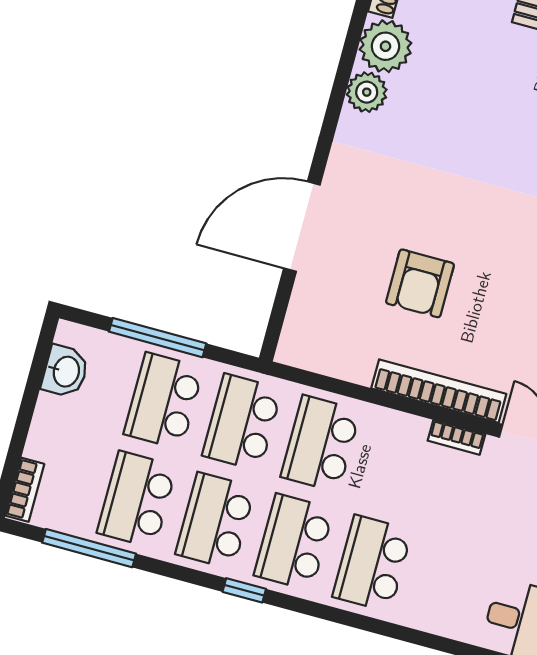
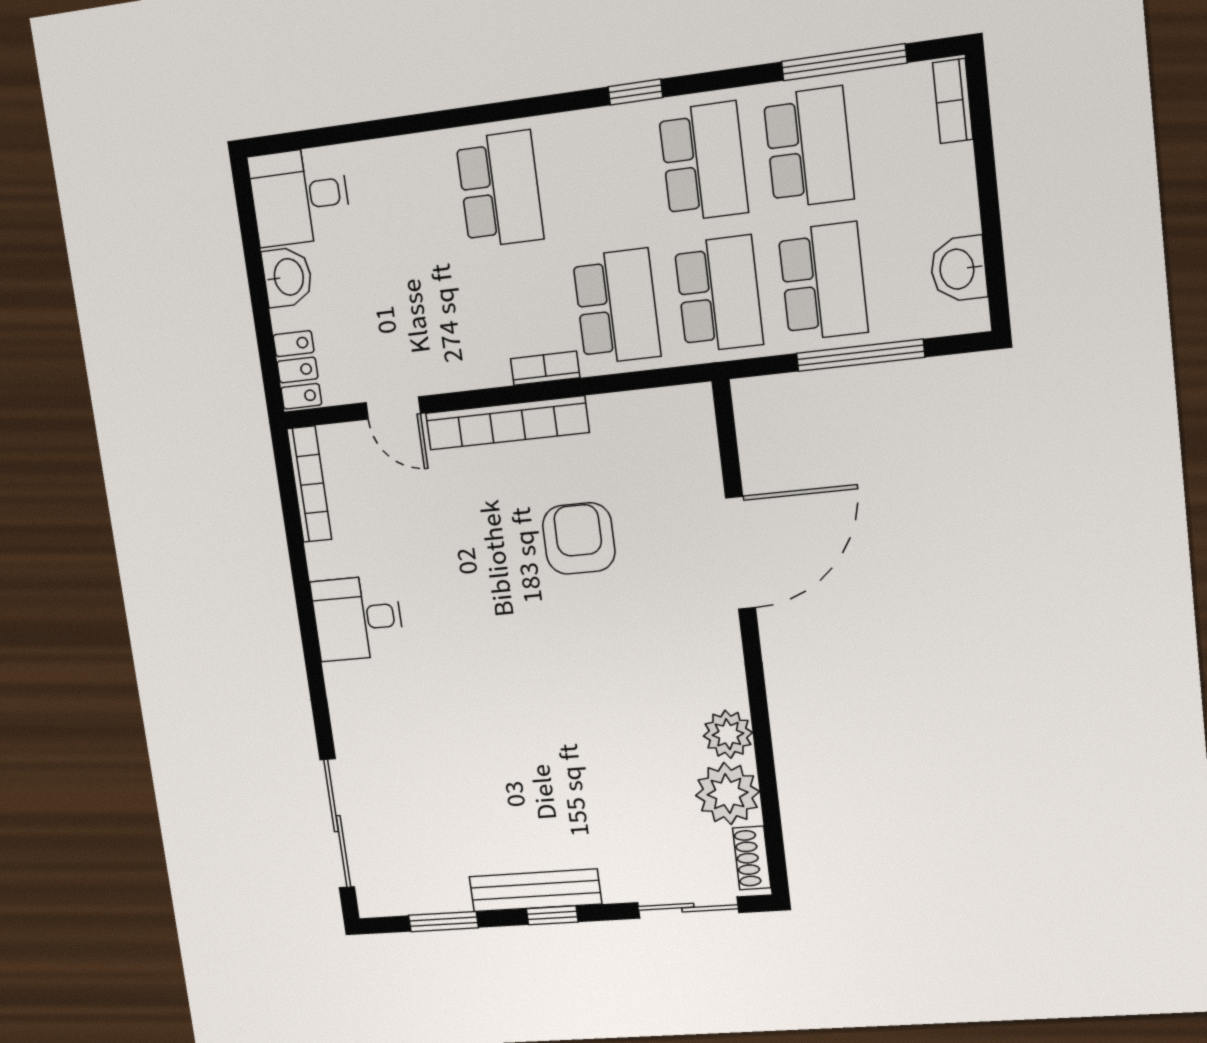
bookcase: (456, 437) -> (545, 368), moved
school desk: (294, 542) -> (600, 176), removed

